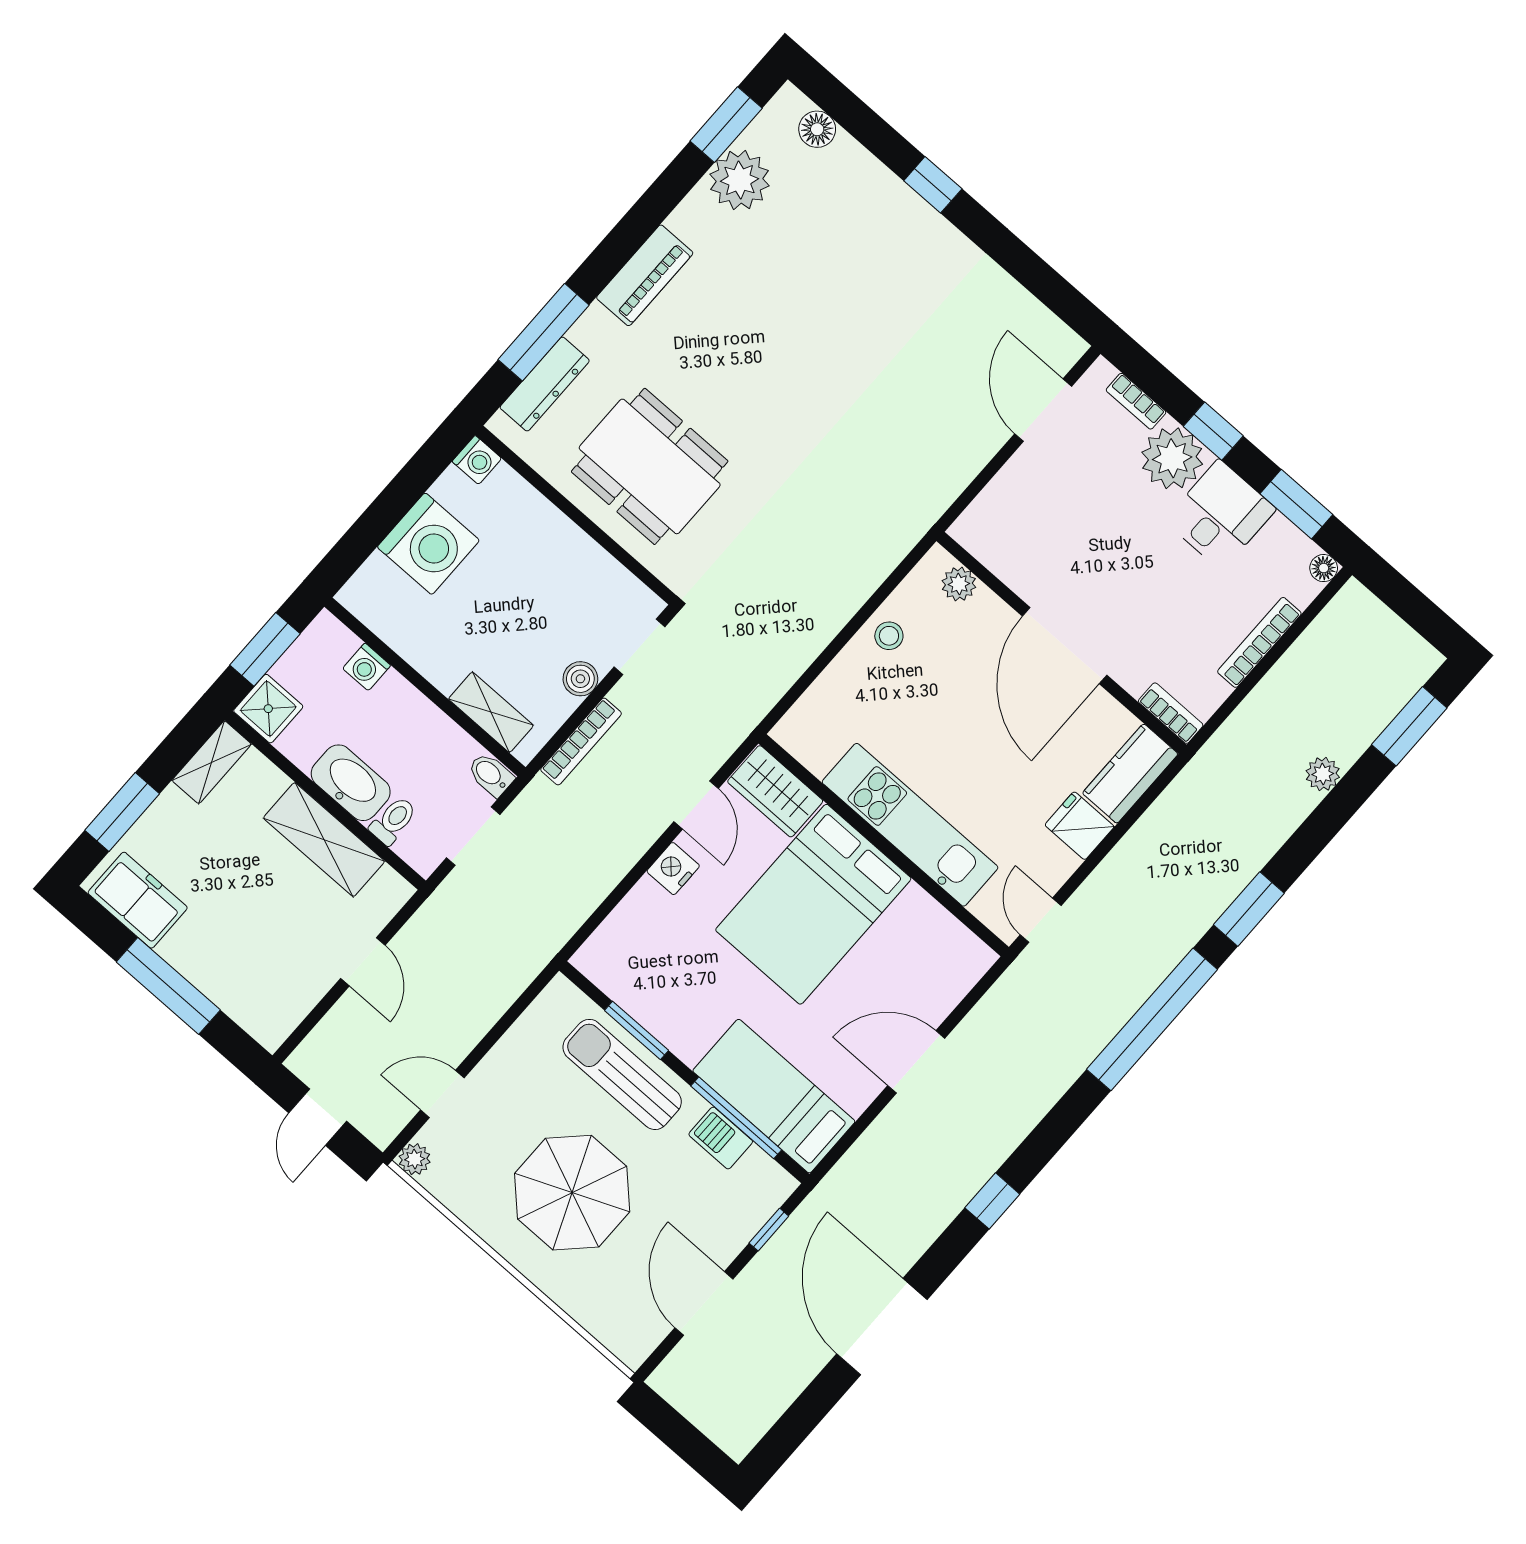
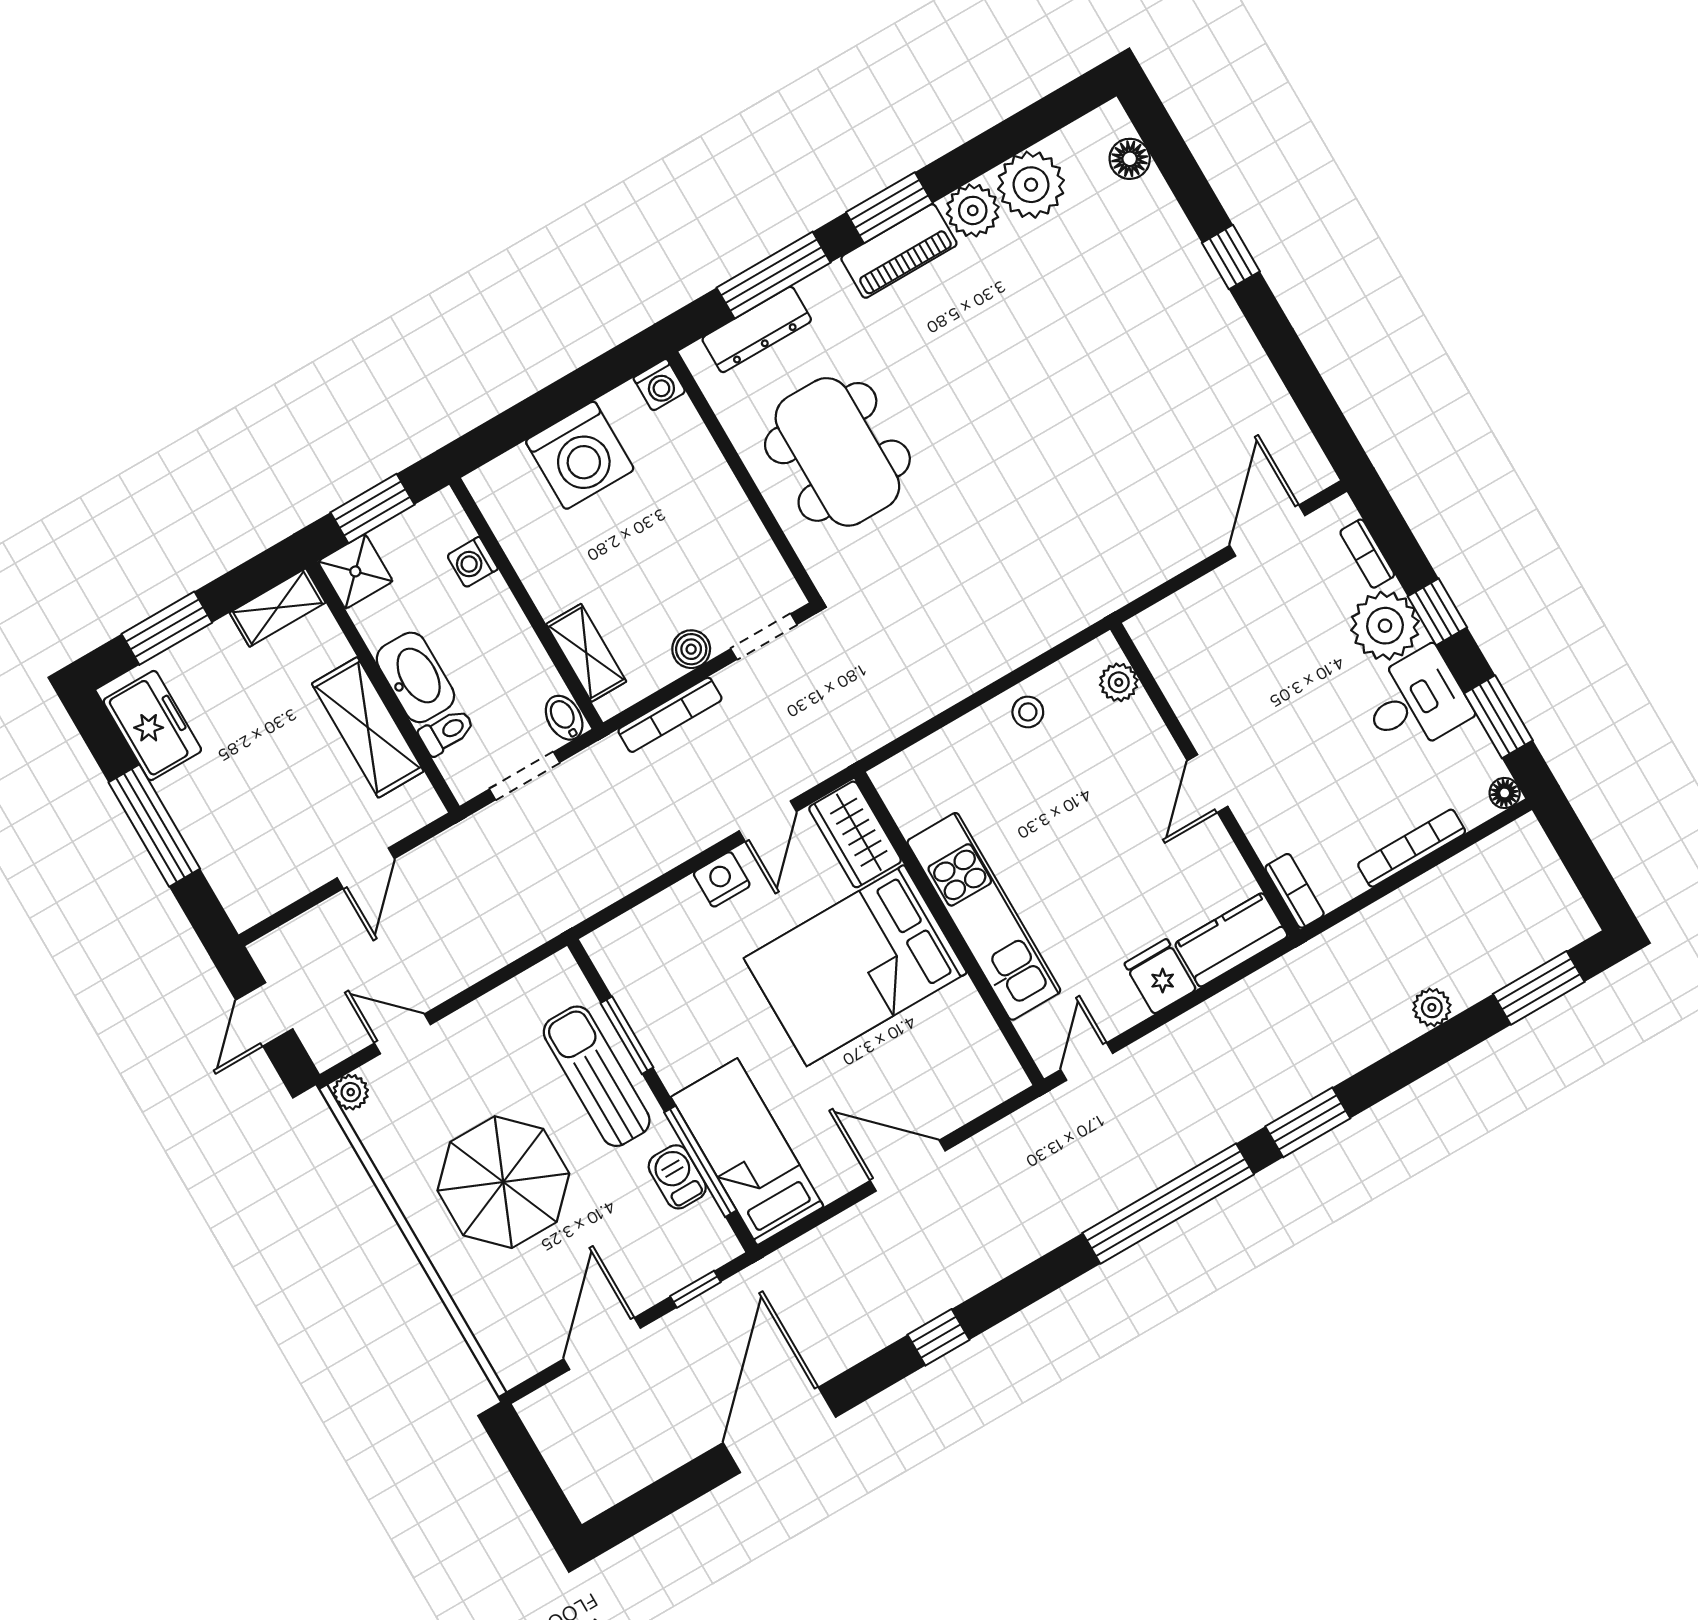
window: (726, 125) -> (889, 208), moved
plant: (697, 219) -> (973, 210), added
door: (1065, 646) -> (1207, 783), width x0.53

